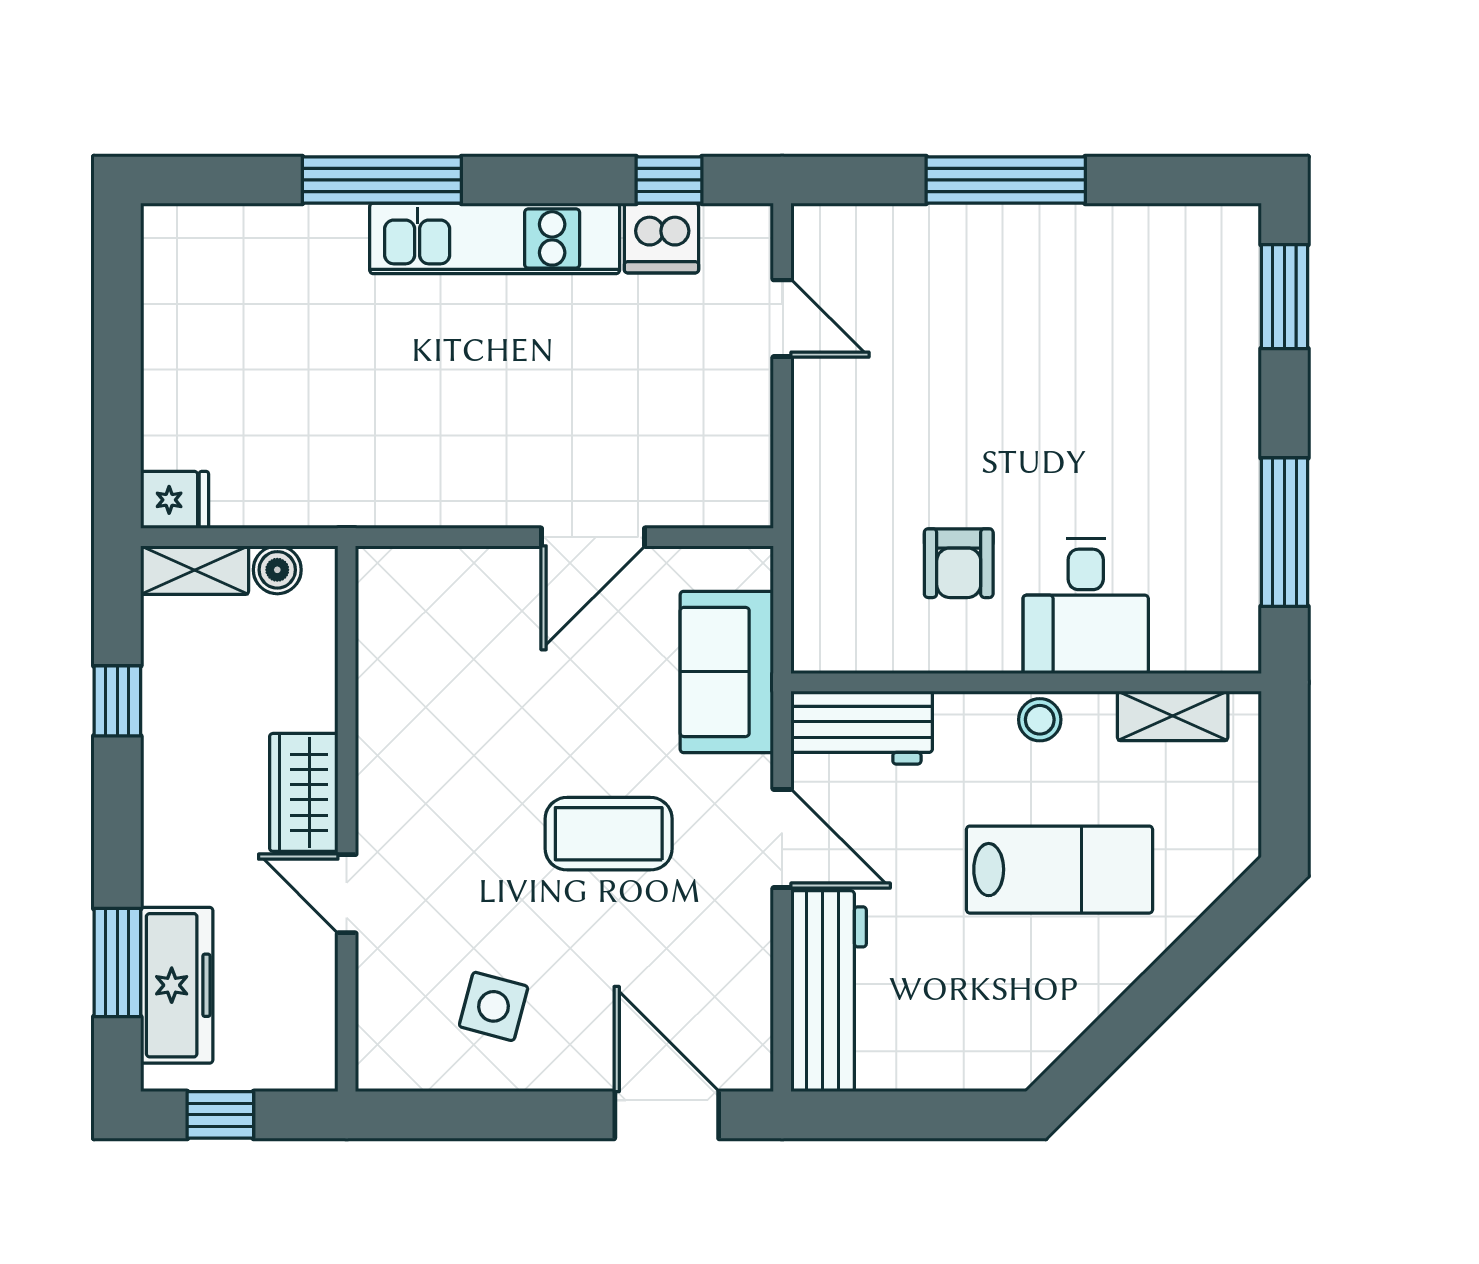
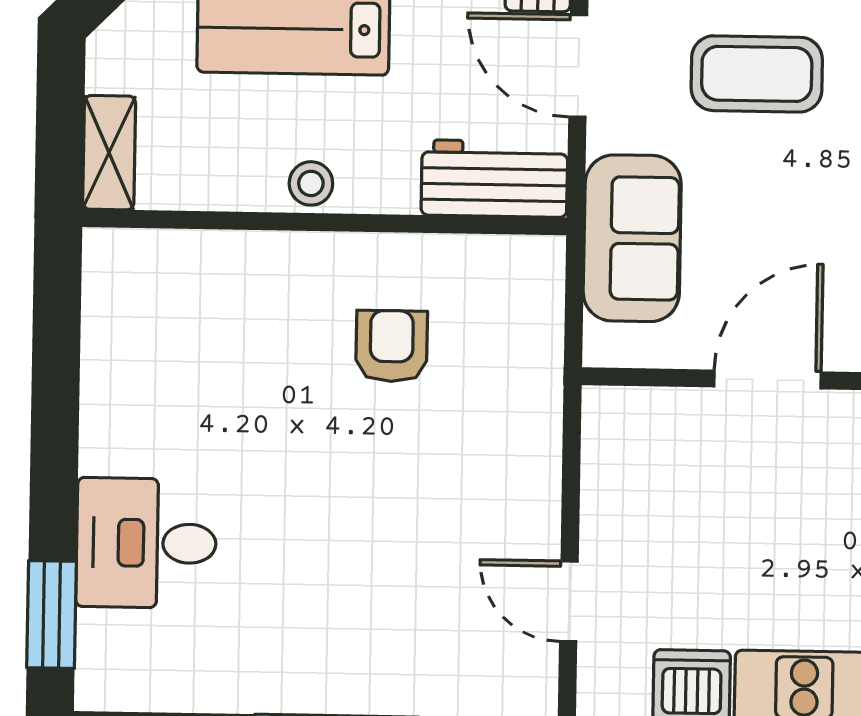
window: (1284, 532) -> (56, 372), removed
desk: (1086, 606) -> (146, 543), moved, turned -90
shelving: (1173, 716) -> (109, 153), moved, turned 90

